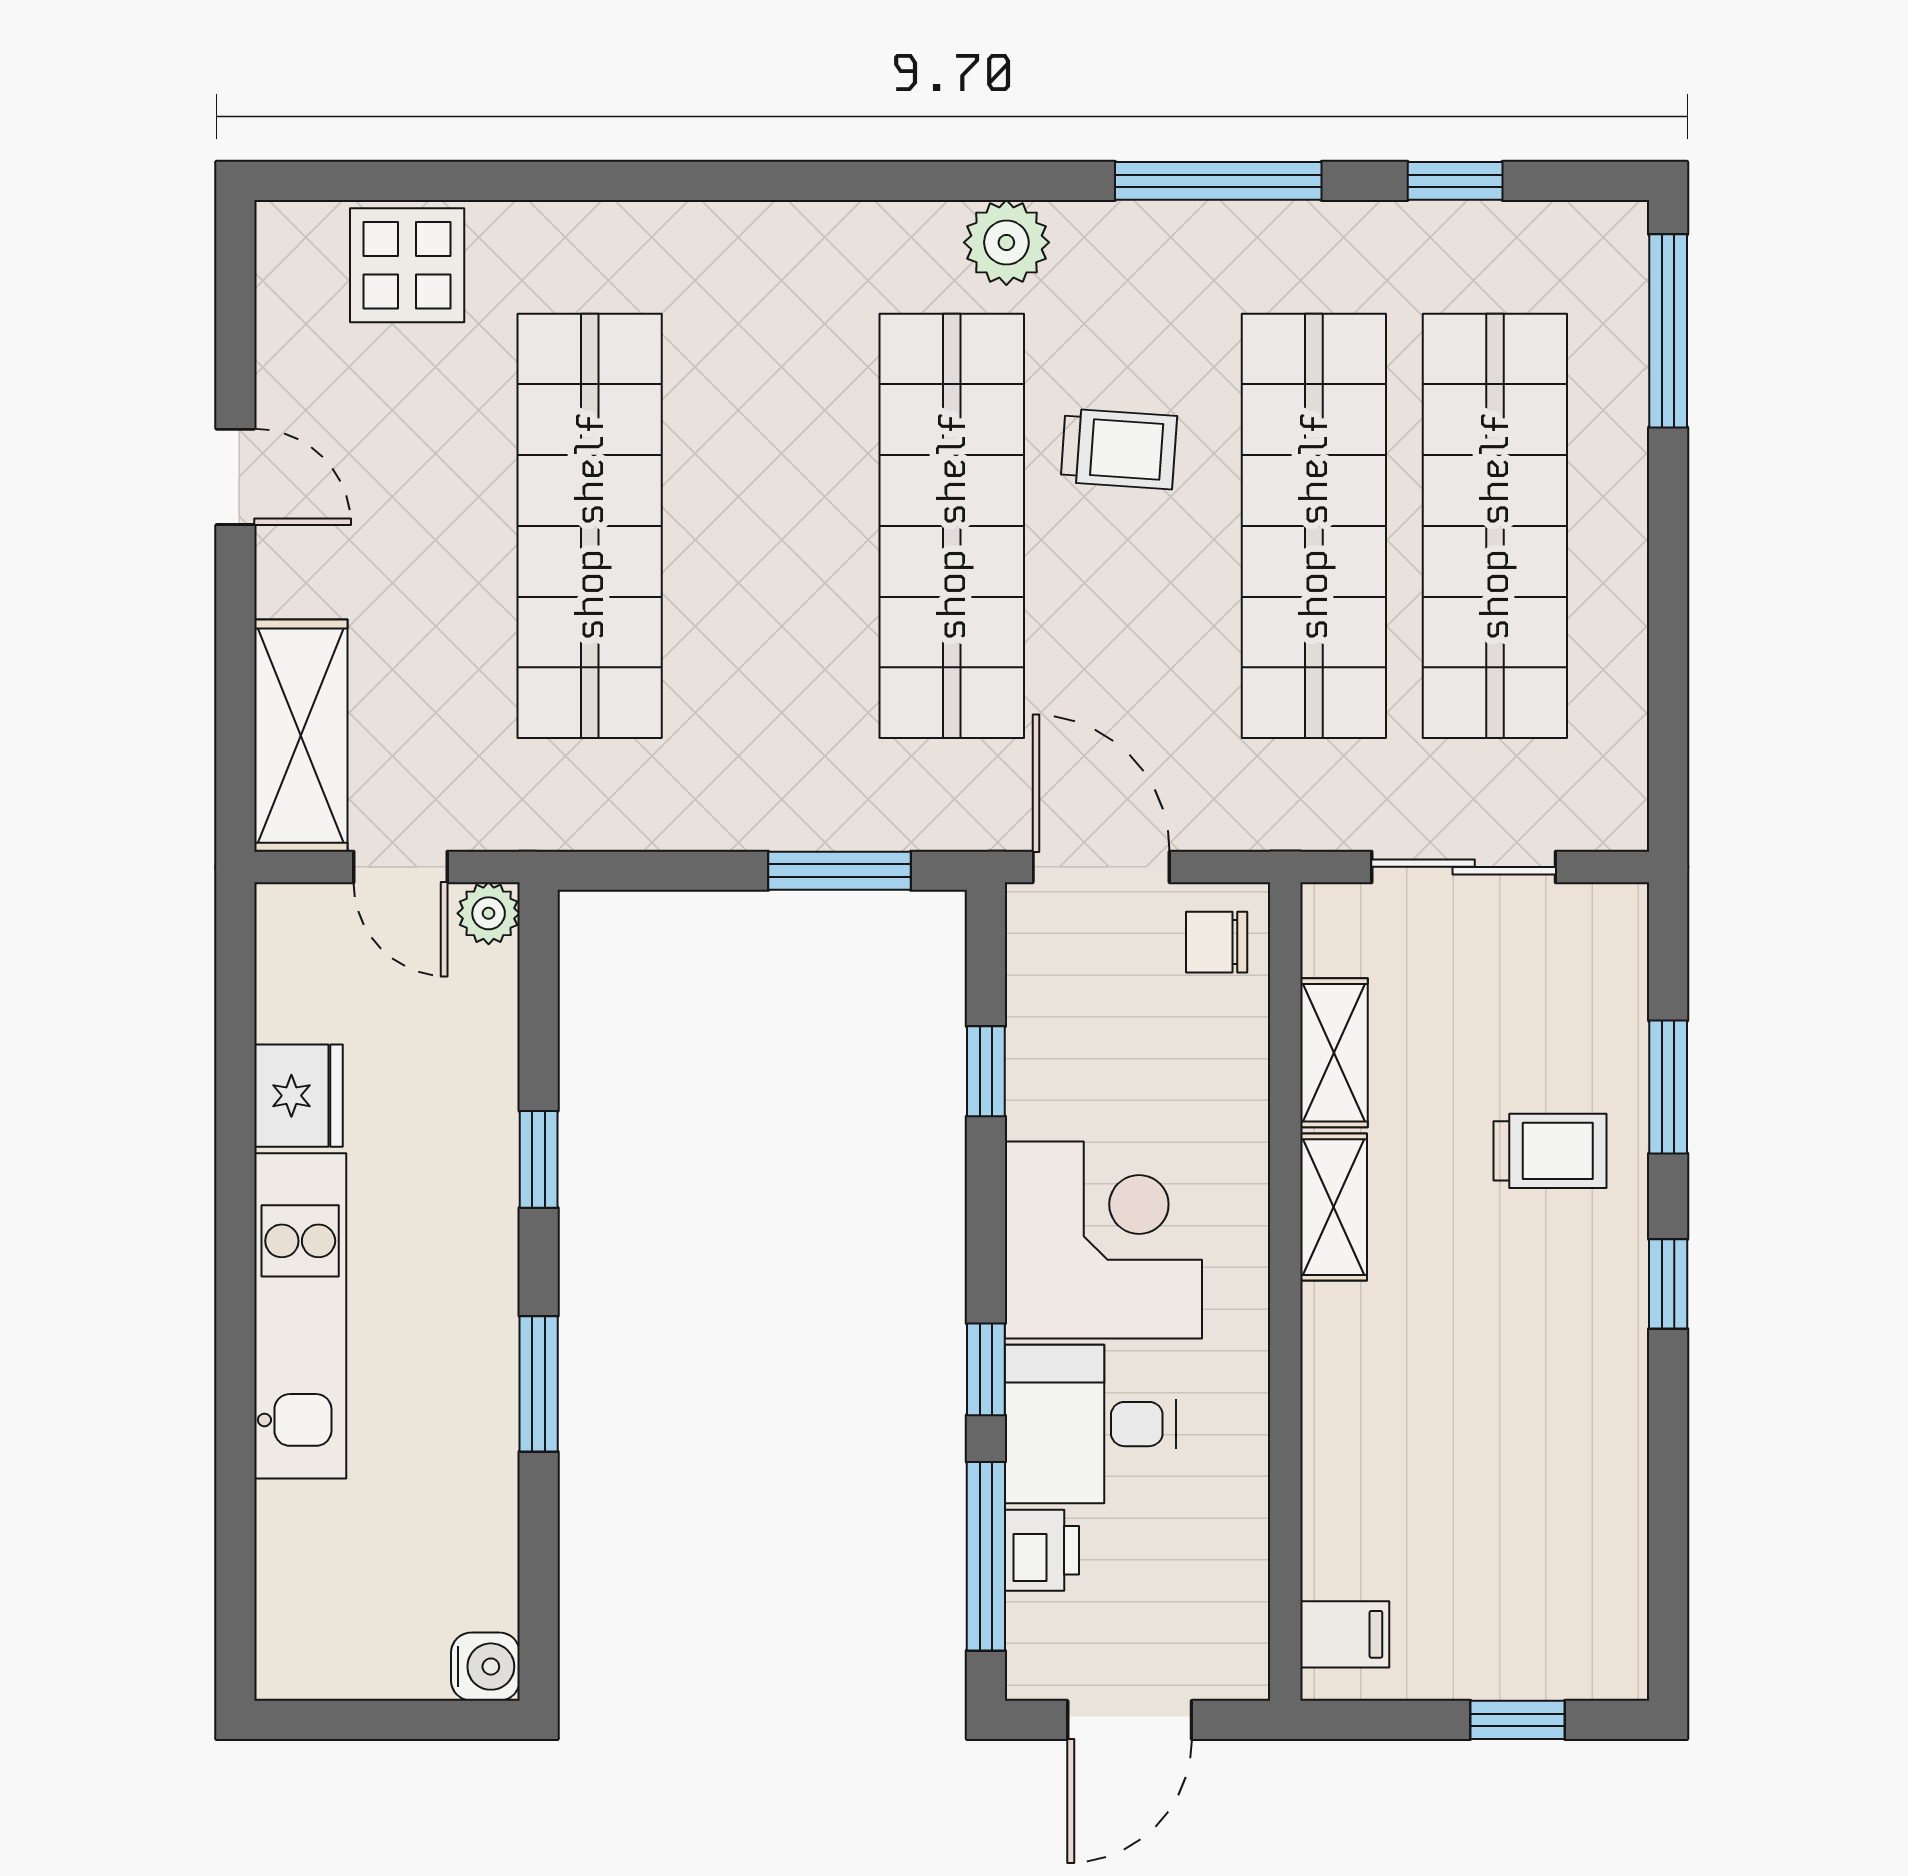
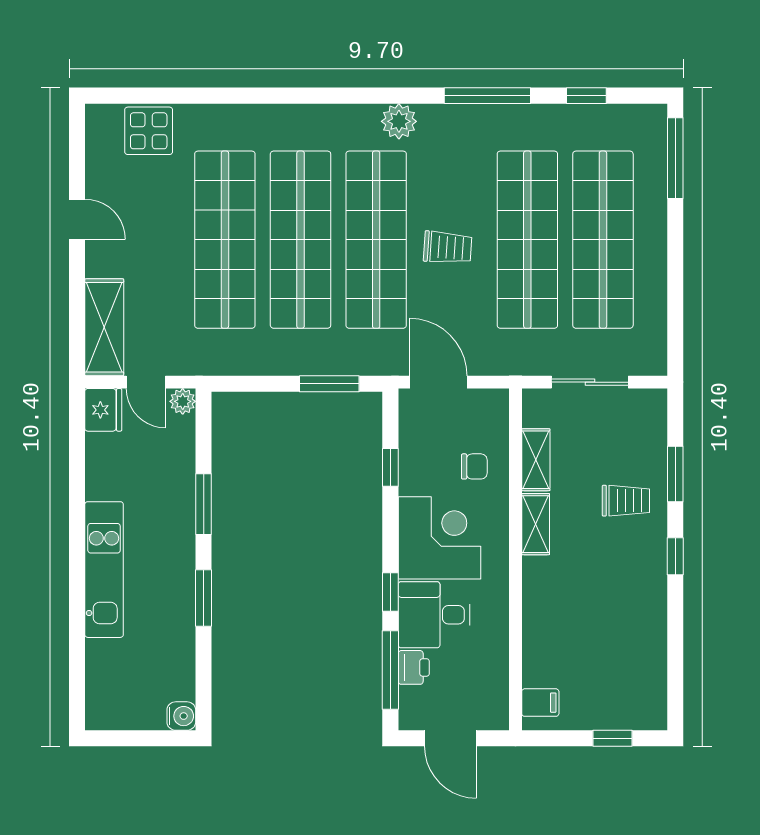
trolley: (1119, 449) -> (448, 247), moved
shop shelf: (771, 526) -> (301, 240), added
chair: (1217, 942) -> (474, 466), moved, turned 180
fridge: (298, 1096) -> (103, 410), moved
window: (539, 1159) -> (204, 504), width x1.50
door: (1130, 1720) -> (450, 738), hinge flipped

